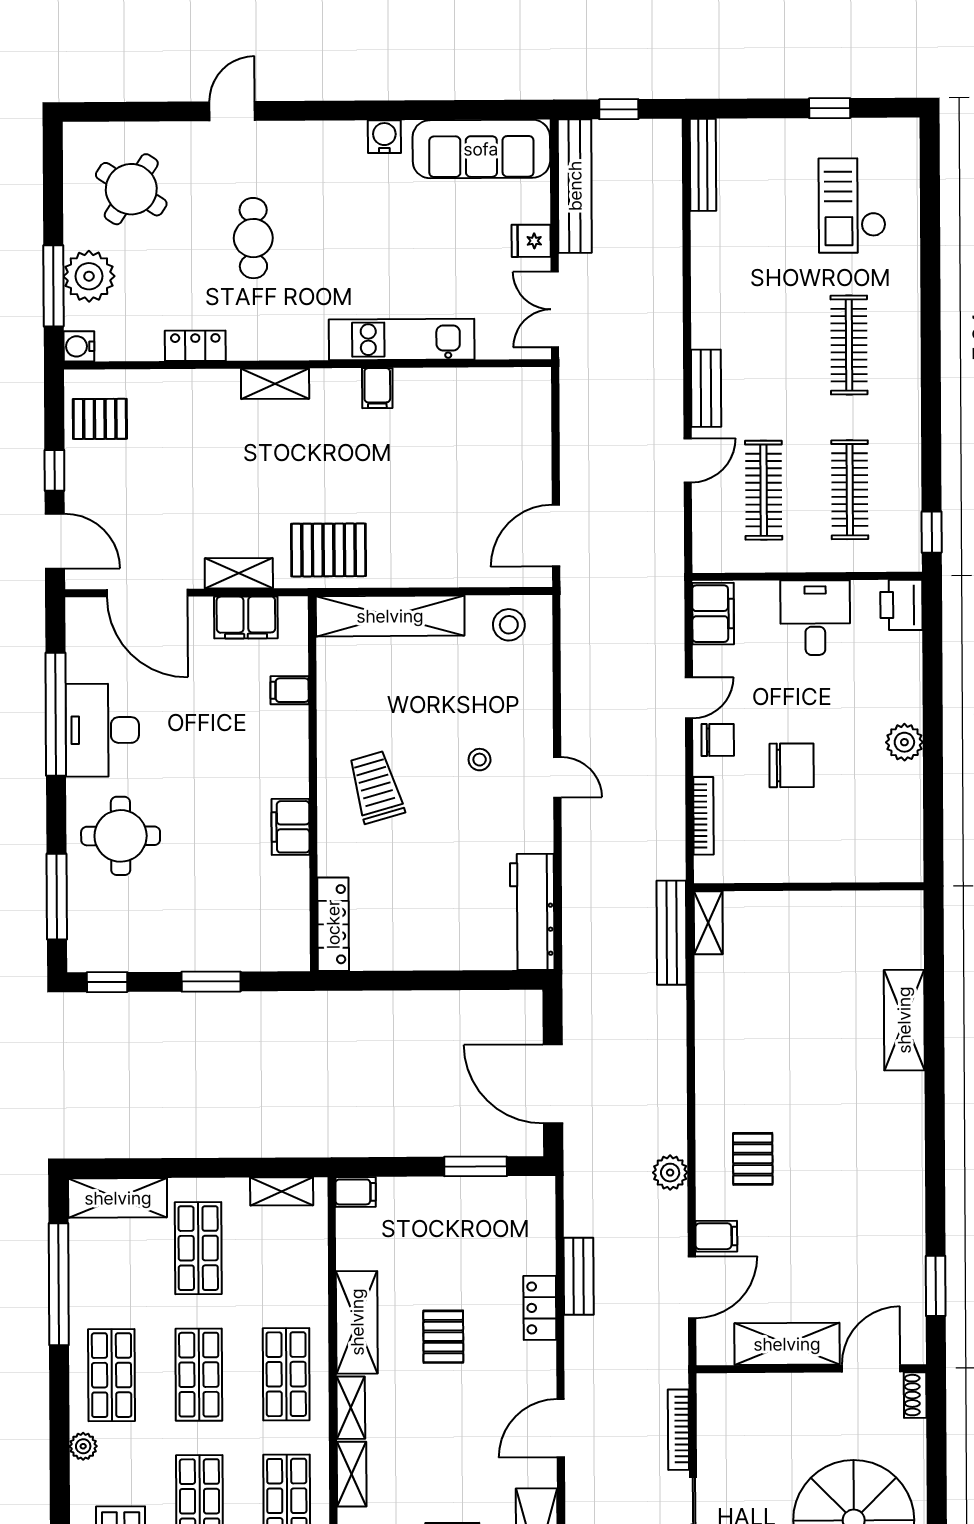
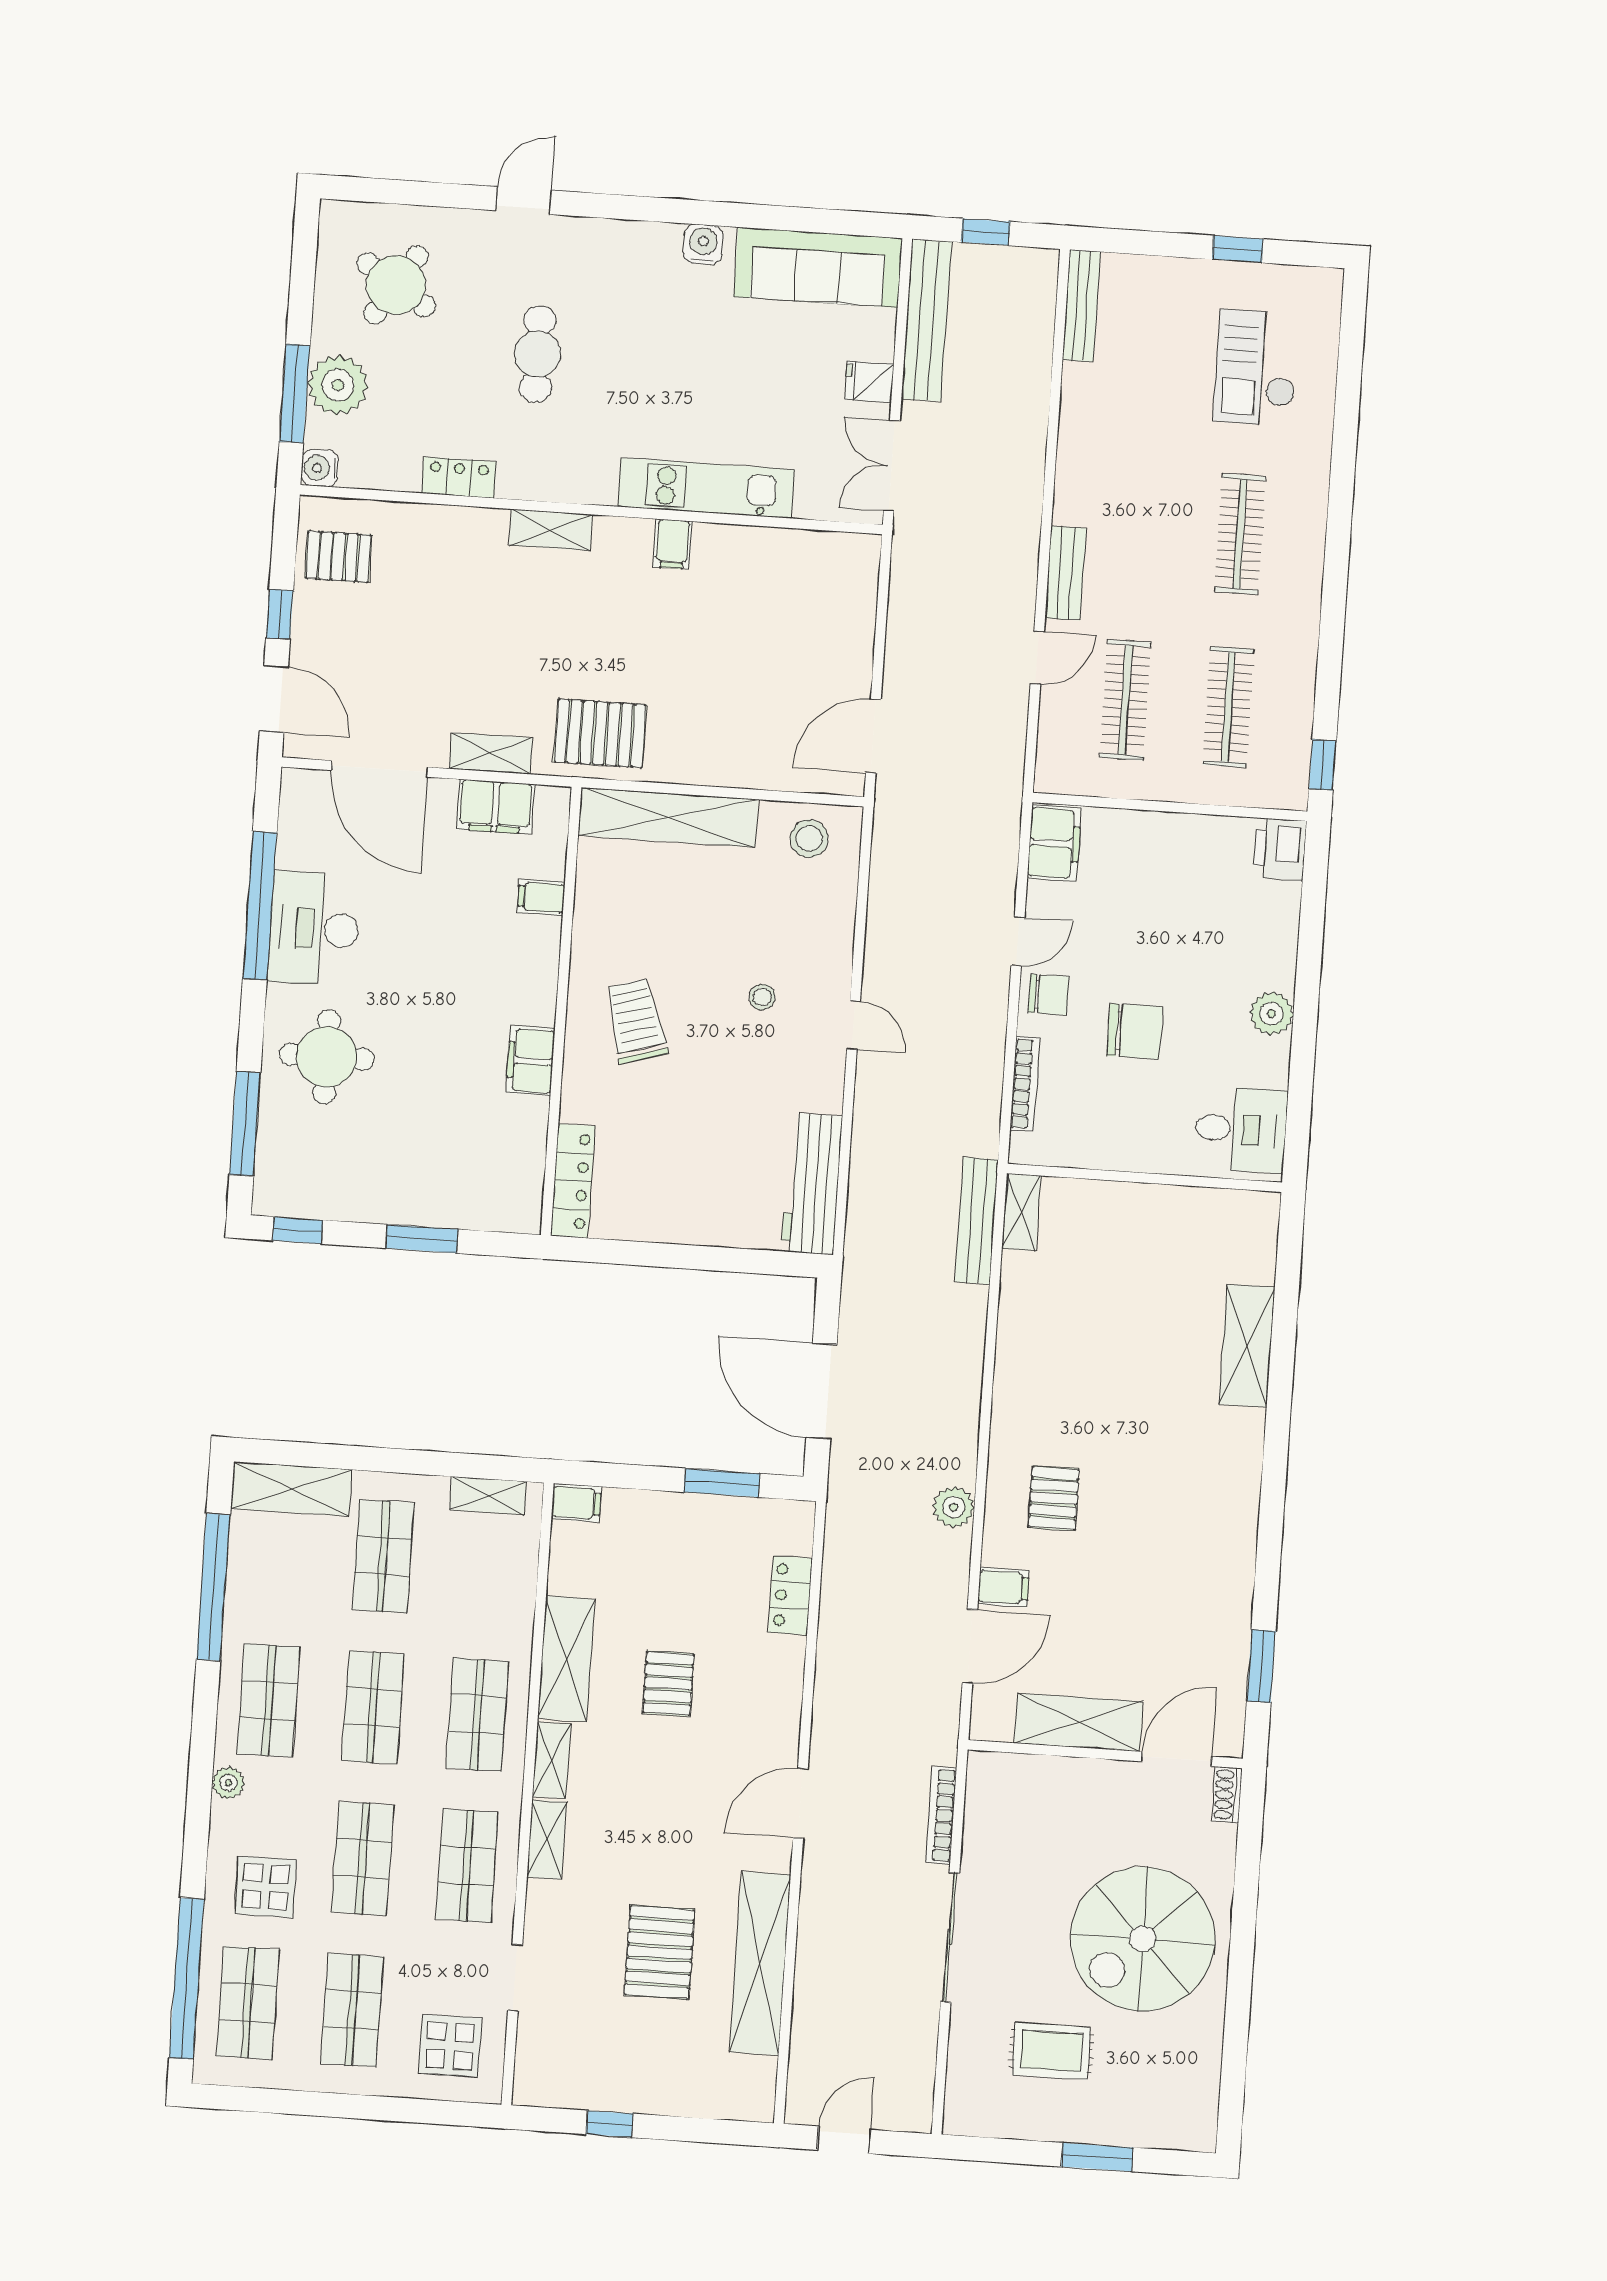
desk: (815, 618) -> (1241, 1129), moved, turned 90
bench: (579, 1276) -> (835, 1623), removed
locker: (540, 1308) -> (790, 1595), moved

